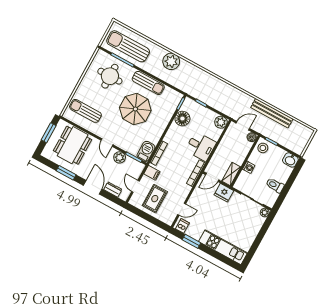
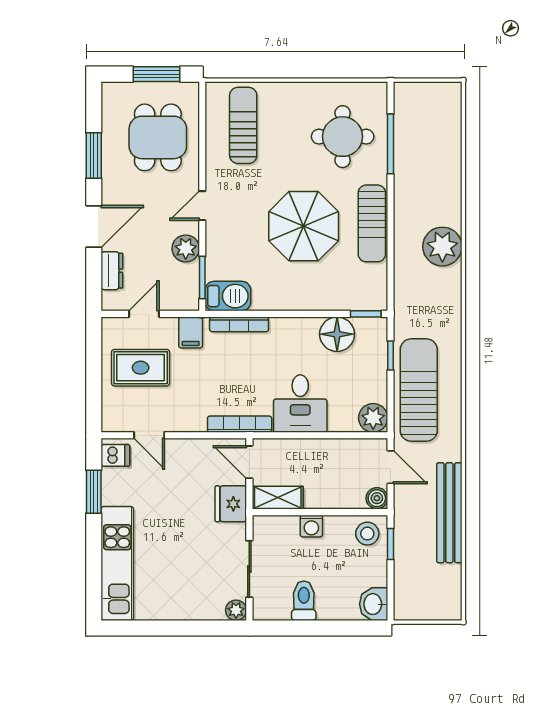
sun lounger: (128, 46) -> (419, 390), moved
dining table: (73, 145) -> (158, 137), width x0.73

